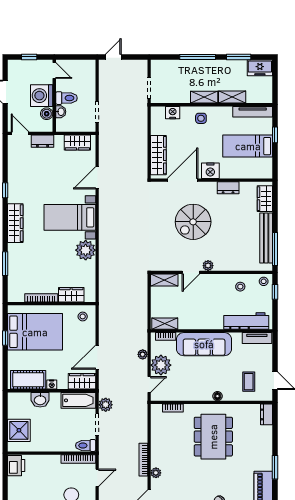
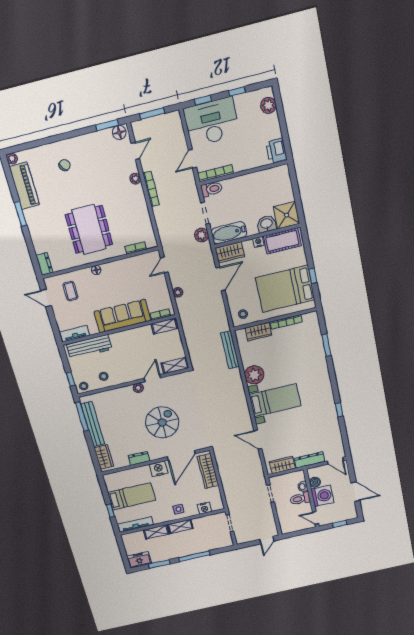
dresser: (43, 141) -> (309, 460), width x1.44
door: (97, 178) -> (258, 440), swing flipped
wardrobe: (15, 223) -> (324, 383), removed
bench: (104, 283) -> (230, 350), added
plant: (161, 365) -> (158, 287), removed
shower: (19, 430) -> (286, 215), moved

